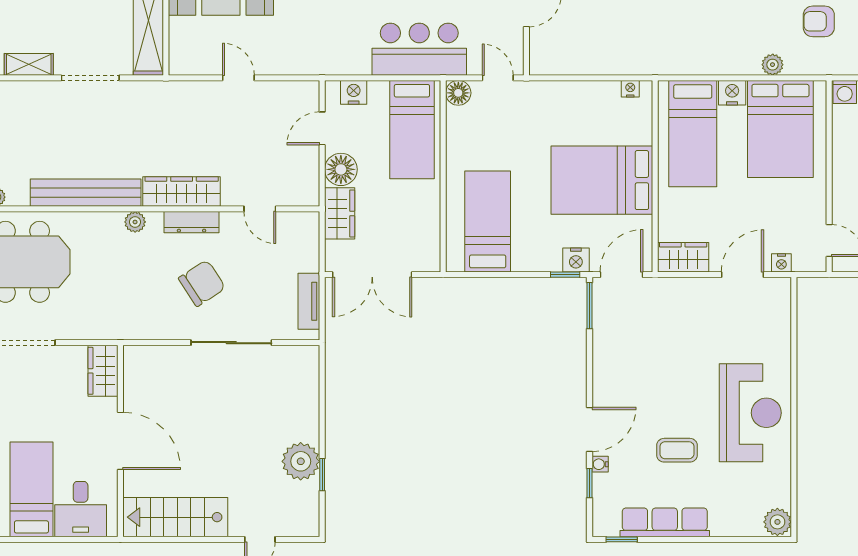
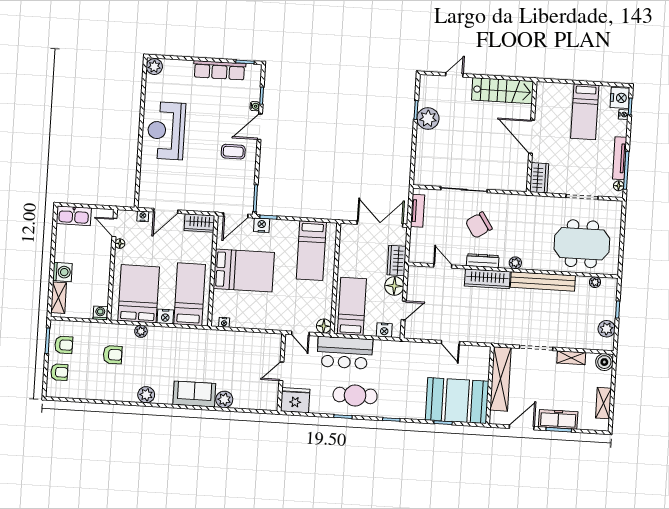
floor lamp: (818, 213) -> (120, 244), added
coffee table: (677, 450) -> (233, 152), moved
desk: (81, 509) -> (557, 99), removed

